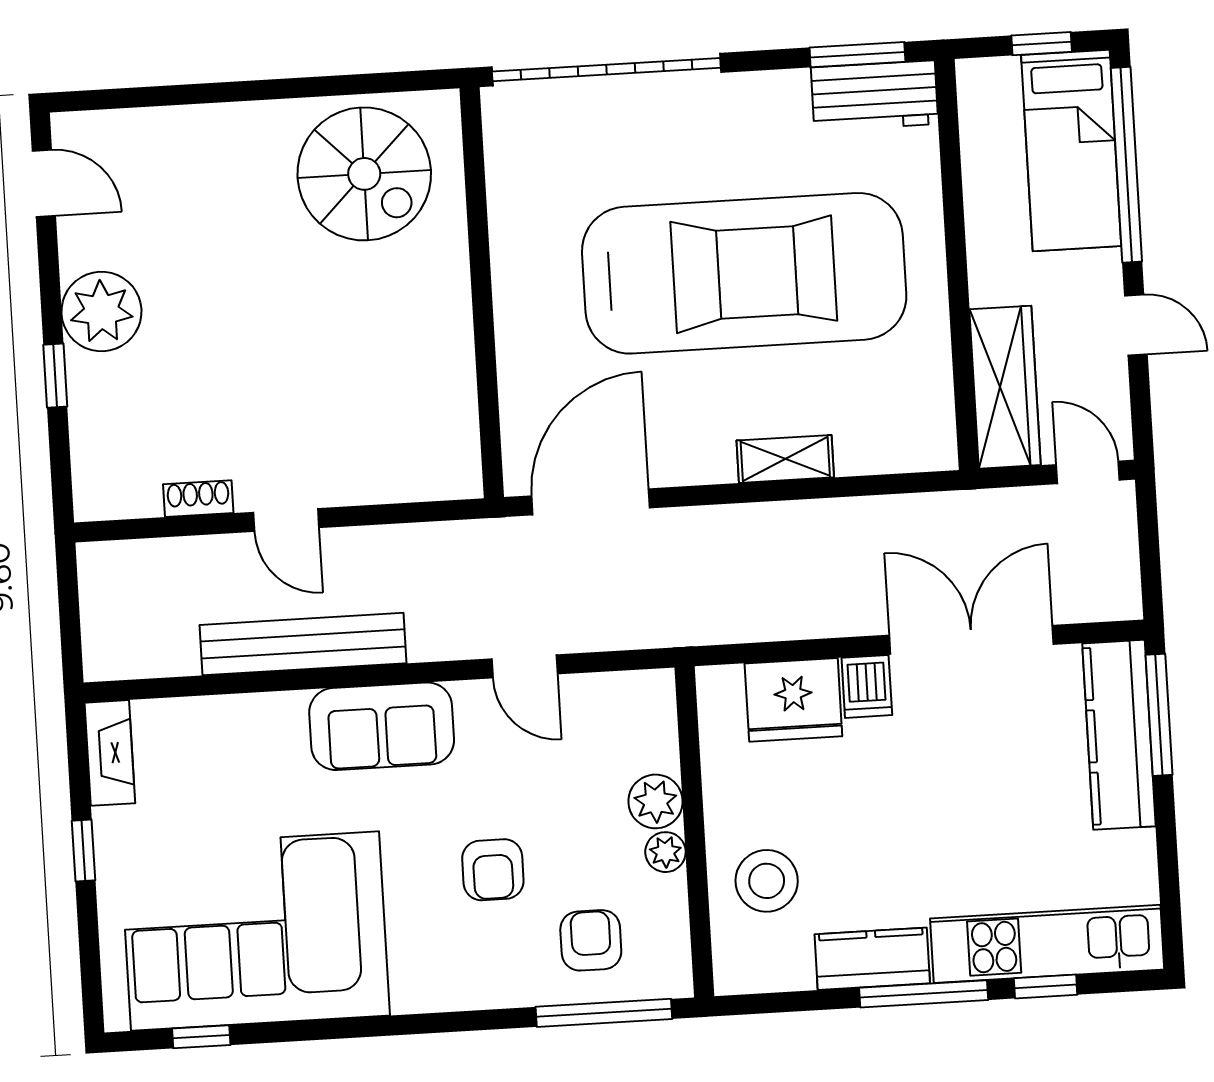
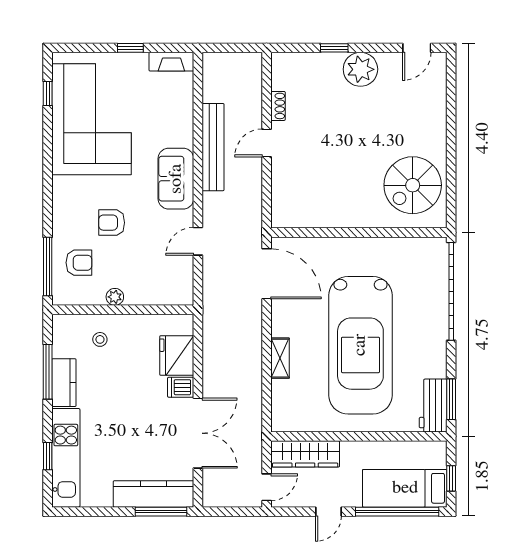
plant: (656, 801) -> (137, 294), removed
stool: (767, 881) -> (100, 339), width x0.53, depth x0.53
window: (924, 994) -> (48, 372), moved

